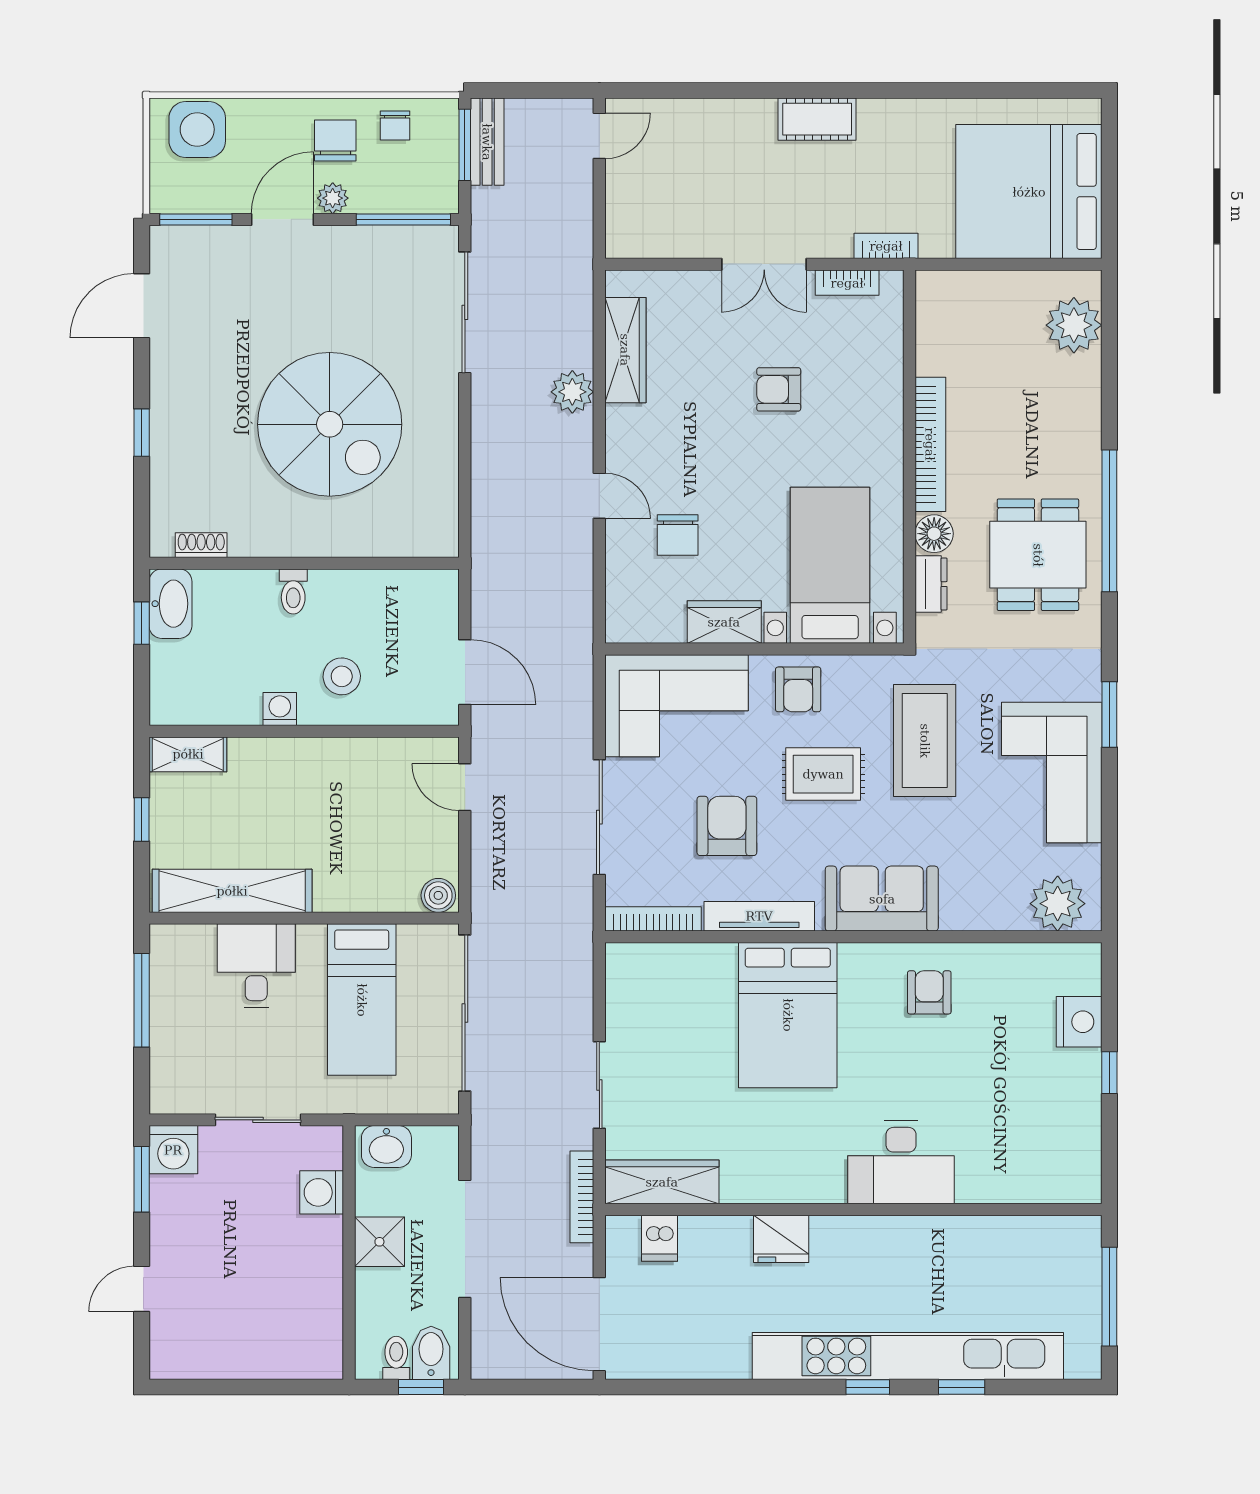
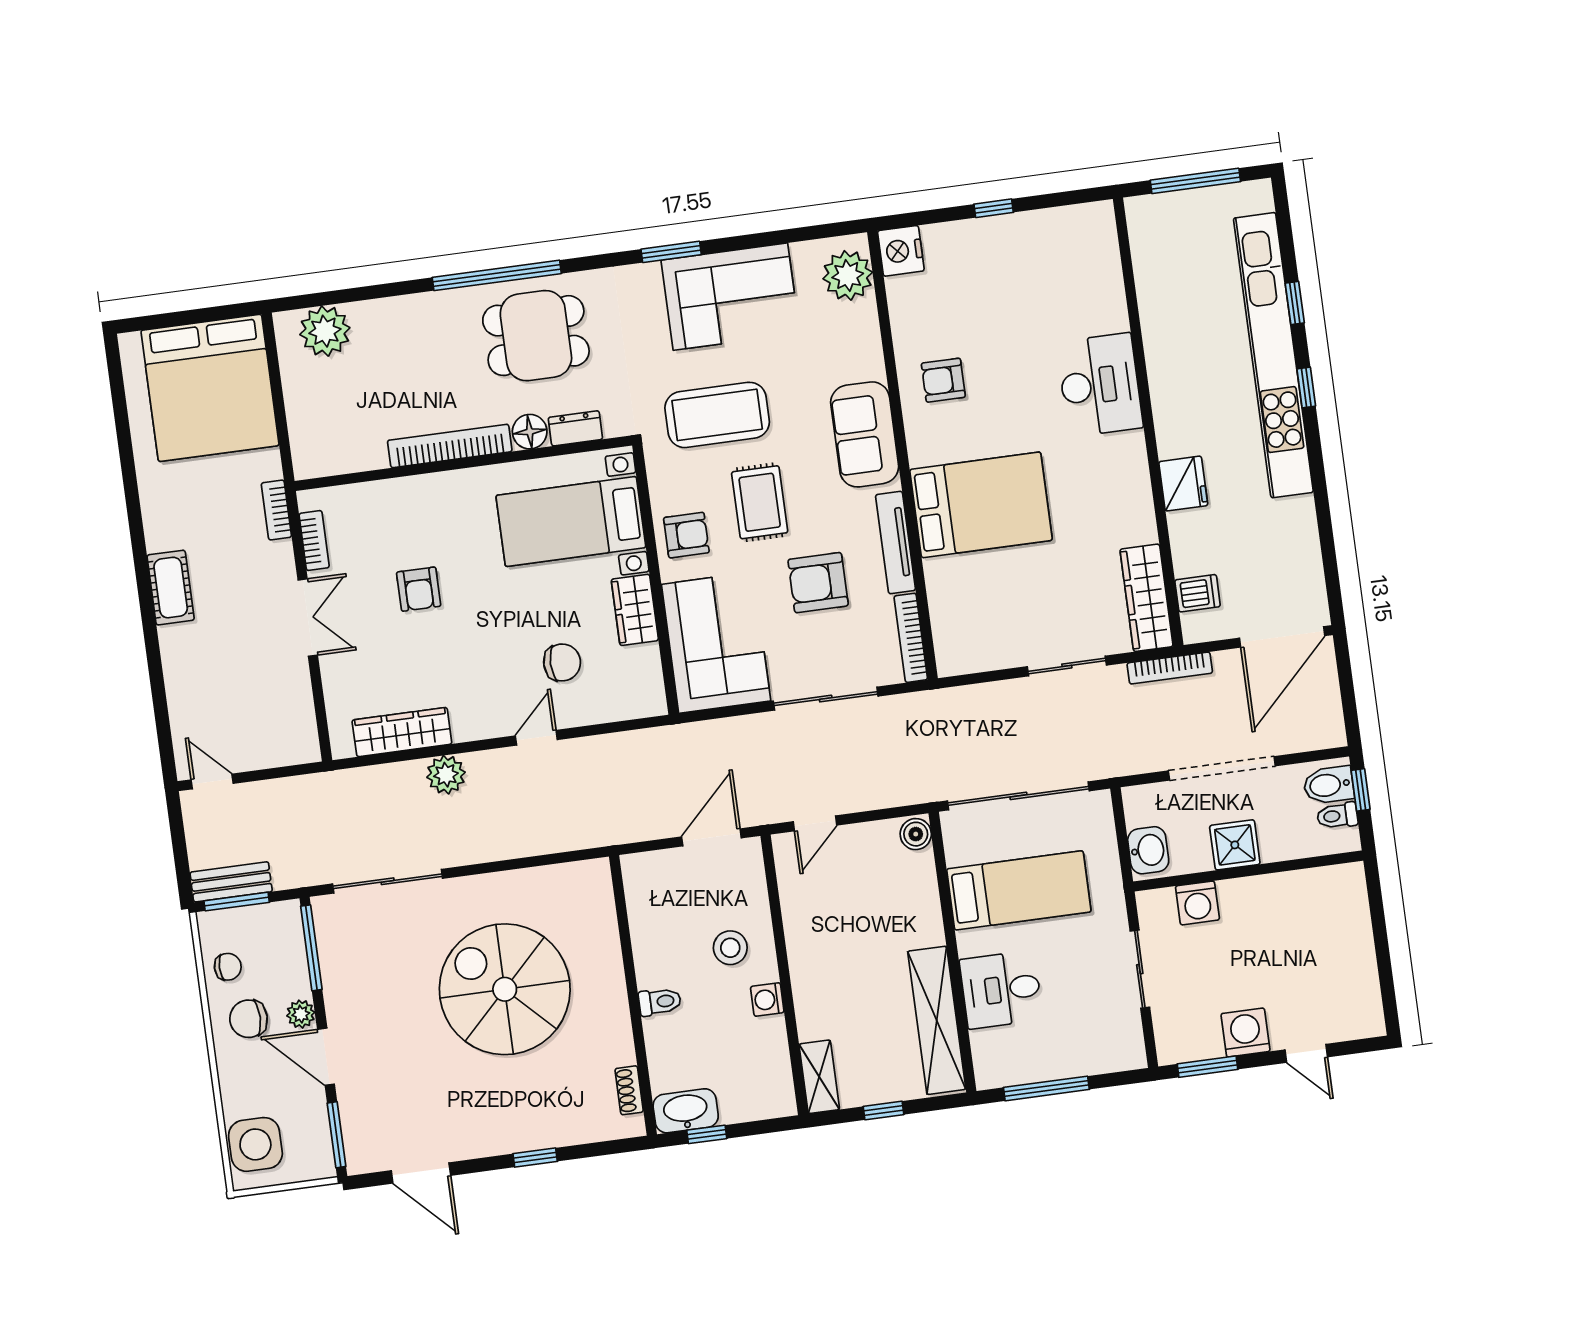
spiral stairs: (330, 424) -> (505, 989), turned -90
nightstand: (1079, 1022) -> (901, 251), moved, turned -90
washing machine: (173, 1150) -> (1245, 1032), moved, turned -90

